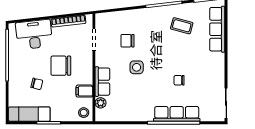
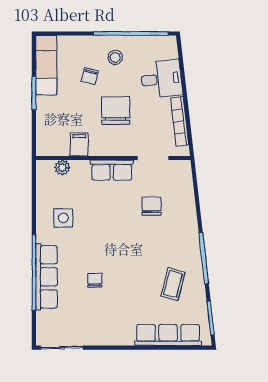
desk: (34, 34) -> (161, 79), width x0.73
side table: (137, 67) -> (63, 218), moved
row of seats: (102, 82) -> (112, 170), moved
stool: (84, 113) -> (115, 57), moved

